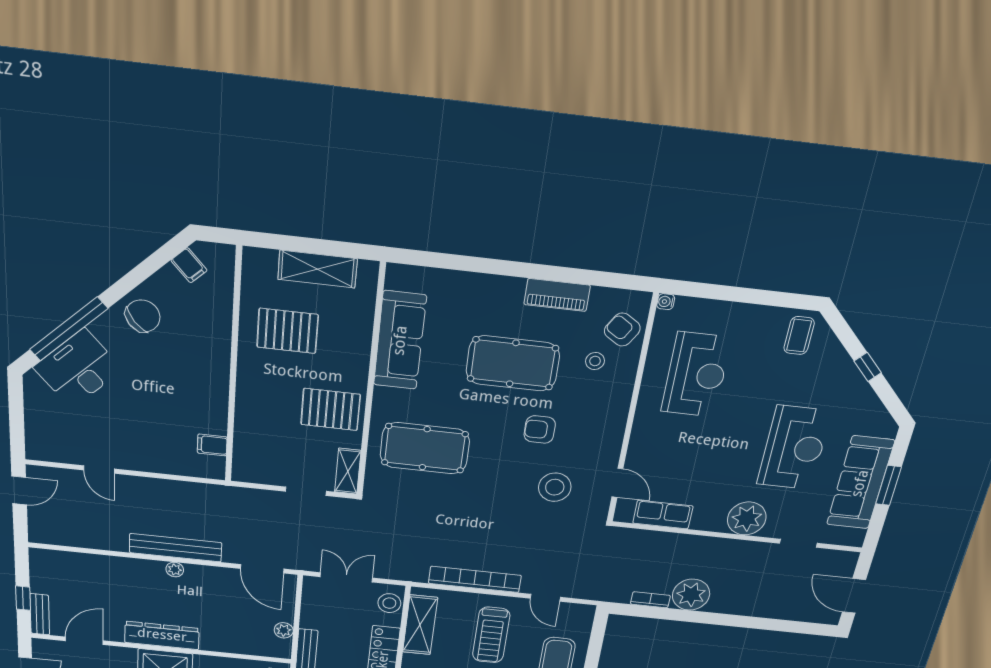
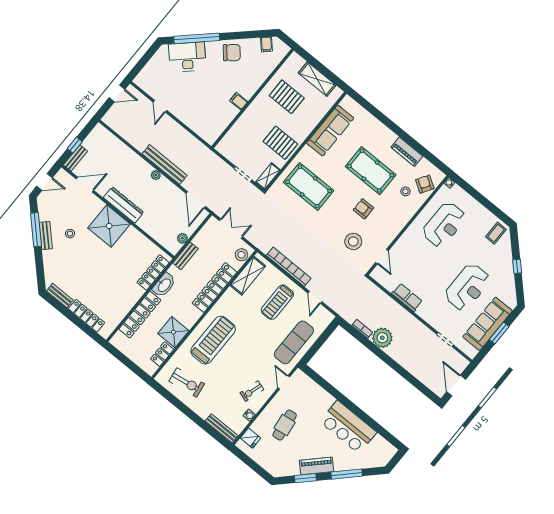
filing cabinet: (212, 445) -> (239, 101), moved
row of seats: (663, 515) -> (407, 297), moved
plant: (747, 518) -> (429, 311), removed

